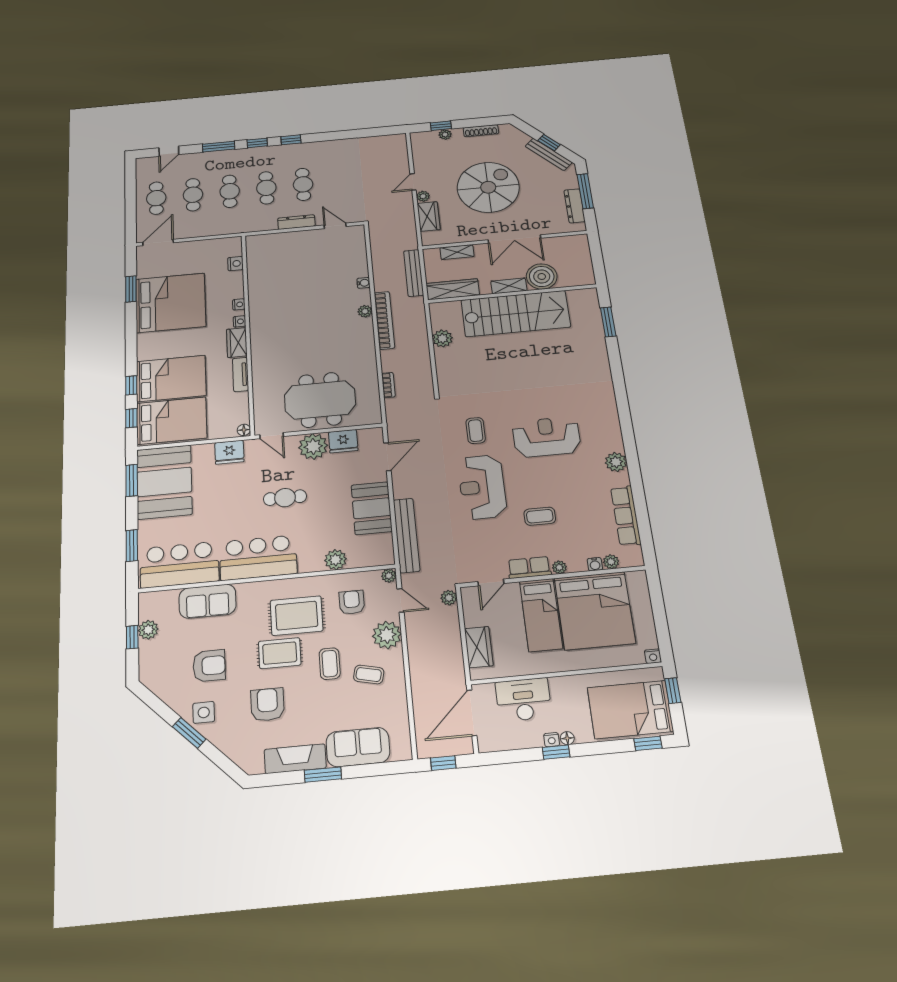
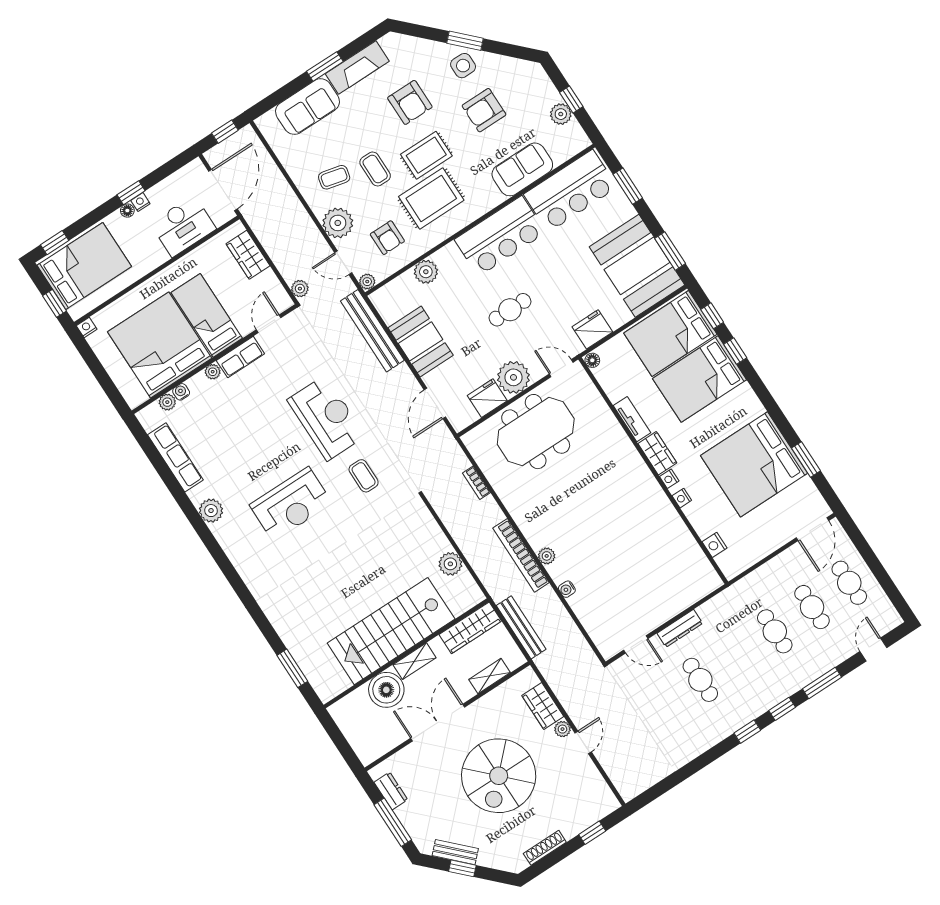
plant: (445, 134) -> (581, 823), removed
bench: (549, 154) -> (455, 852), width x0.73
cafe table: (266, 188) -> (738, 656), removed
dresser: (575, 206) -> (391, 791), width x0.70
coffee table: (540, 516) -> (256, 415), removed

